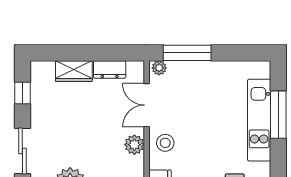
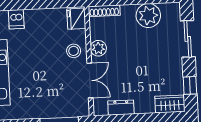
plant: (159, 68) -> (81, 111), removed
wardrobe: (74, 71) -> (170, 104), moved

